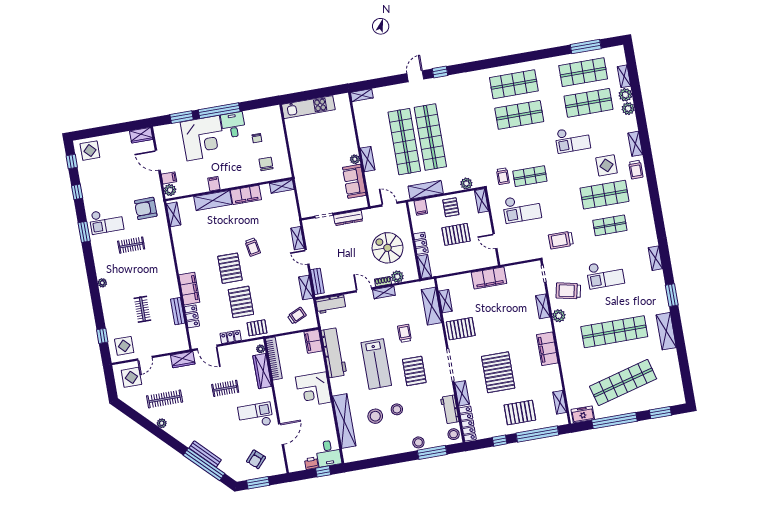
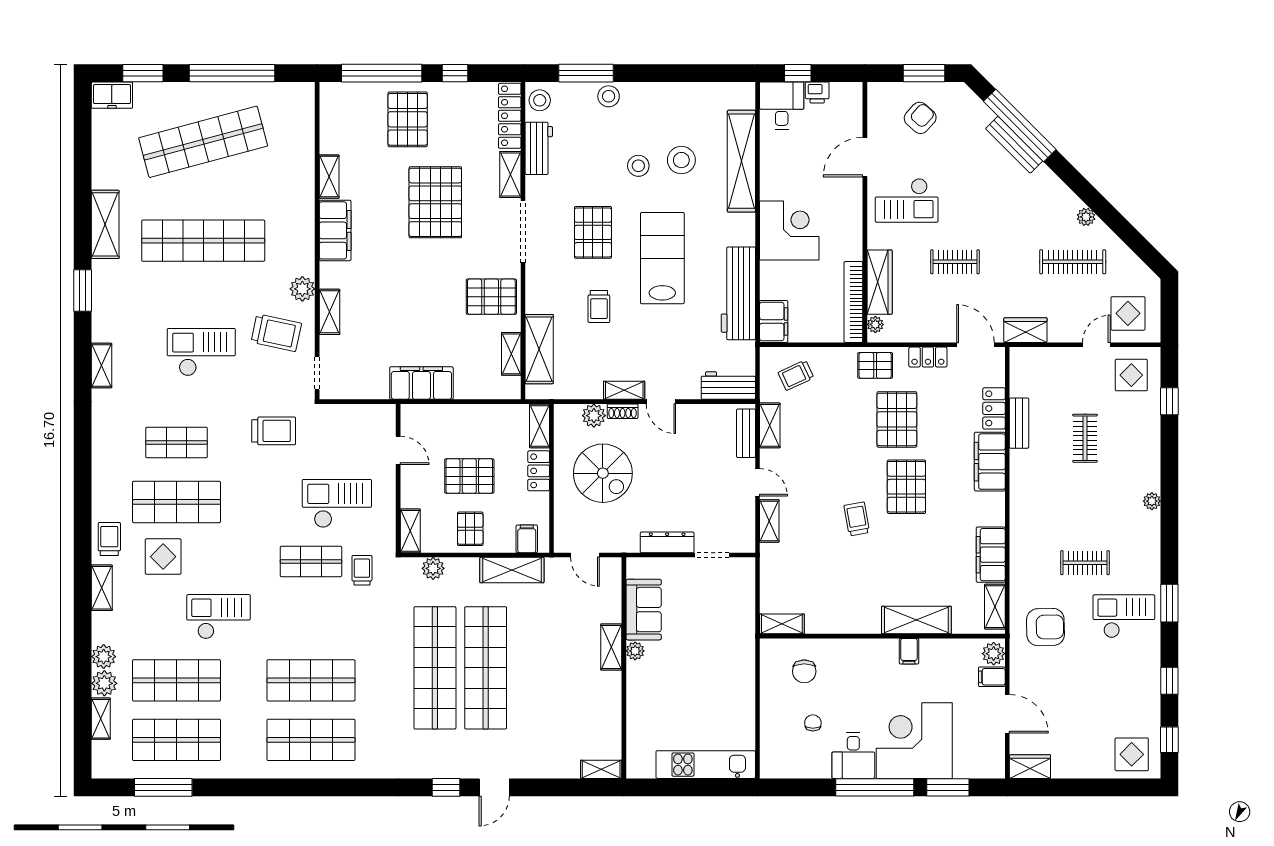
shop shelf: (404, 142) -> (435, 668), moved
filing cabinet: (246, 195) -> (991, 555), moved, turned -90
shelving: (560, 402) -> (329, 177), moved
pallet: (520, 413) -> (408, 119), turned 90
freezer: (583, 414) -> (112, 95), moved

